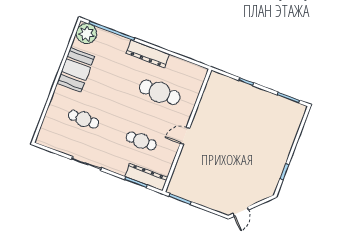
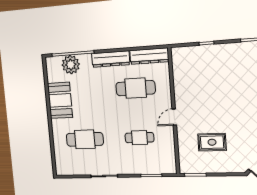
plant: (86, 33) -> (71, 65), moved
cafe table: (84, 119) -> (85, 139), width x1.37, depth x1.35
rug: (210, 175) -> (212, 142), added
dresser: (146, 177) -> (149, 56), moved, turned 180

